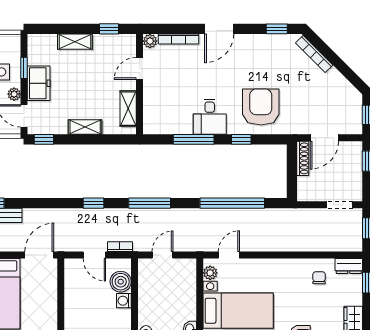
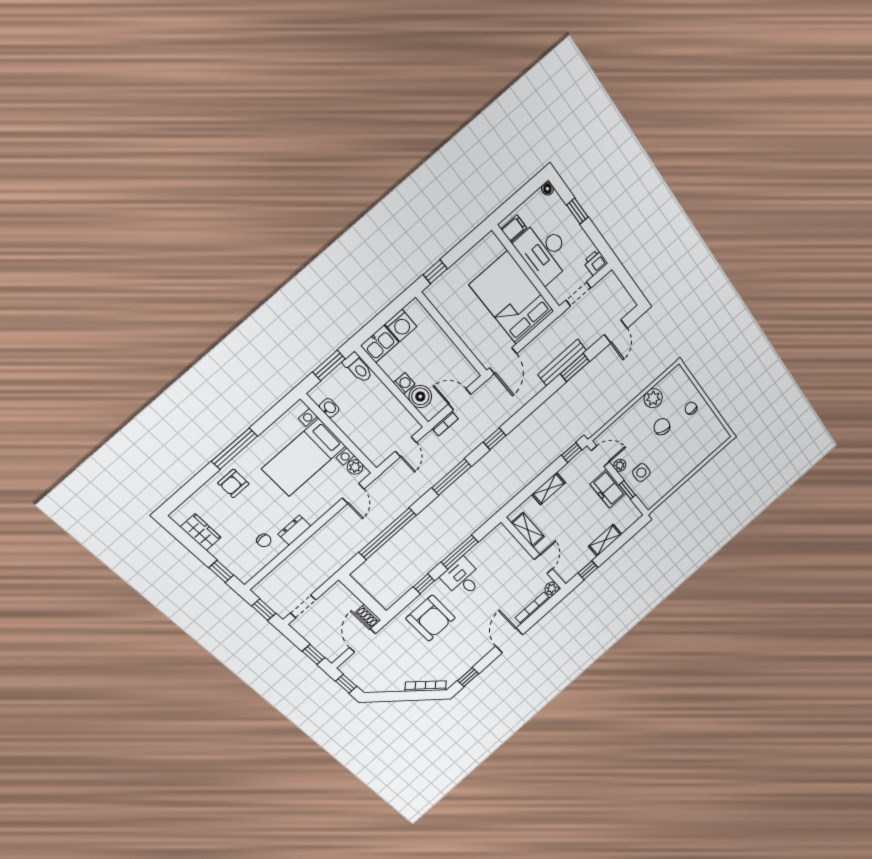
shoe rack: (303, 158) -> (368, 616), width x0.70
dresser: (349, 266) -> (294, 530), moved

